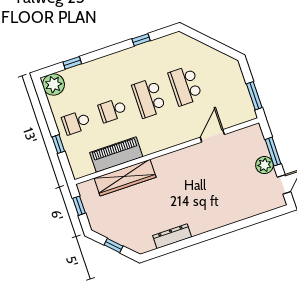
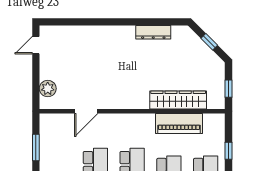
window: (254, 96) -> (36, 147), moved
window: (273, 152) -> (36, 78), removed
plant: (264, 165) -> (48, 89), moved

